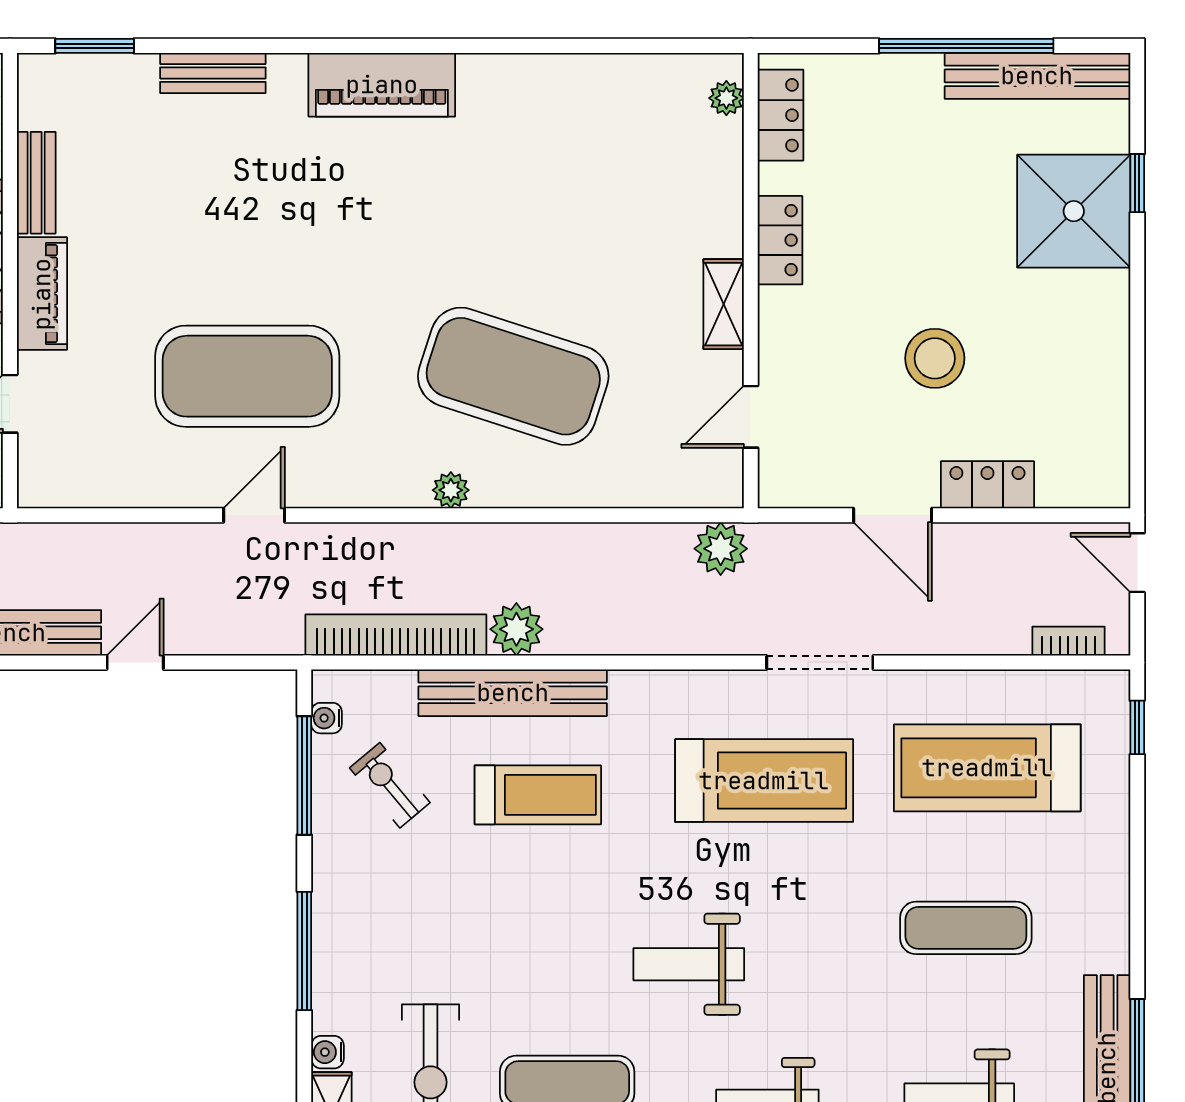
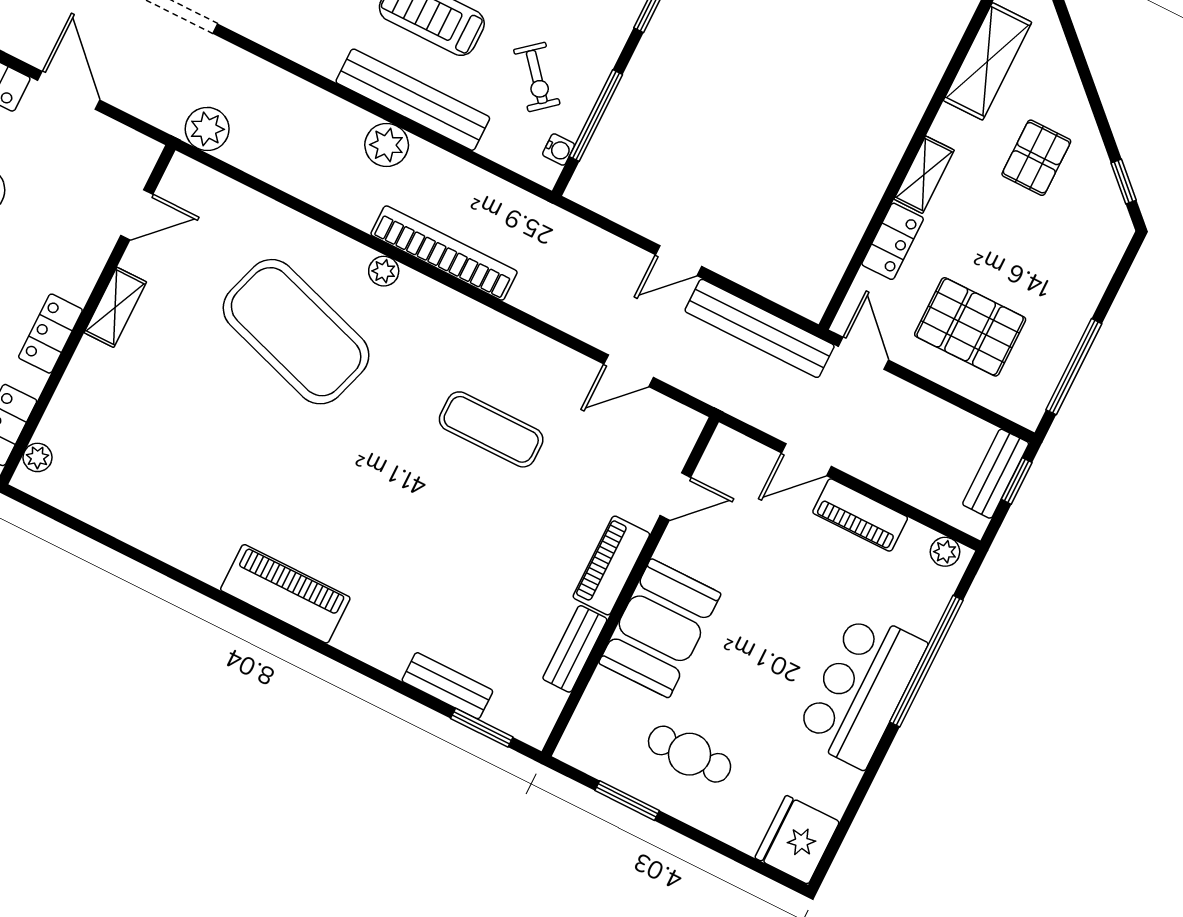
bench: (213, 73) -> (447, 686), moved
exercise mat: (247, 376) -> (491, 429), width x0.50, depth x0.69
door: (254, 515) -> (629, 371), moved
bookcase: (396, 635) -> (444, 253), moved, turned 180

